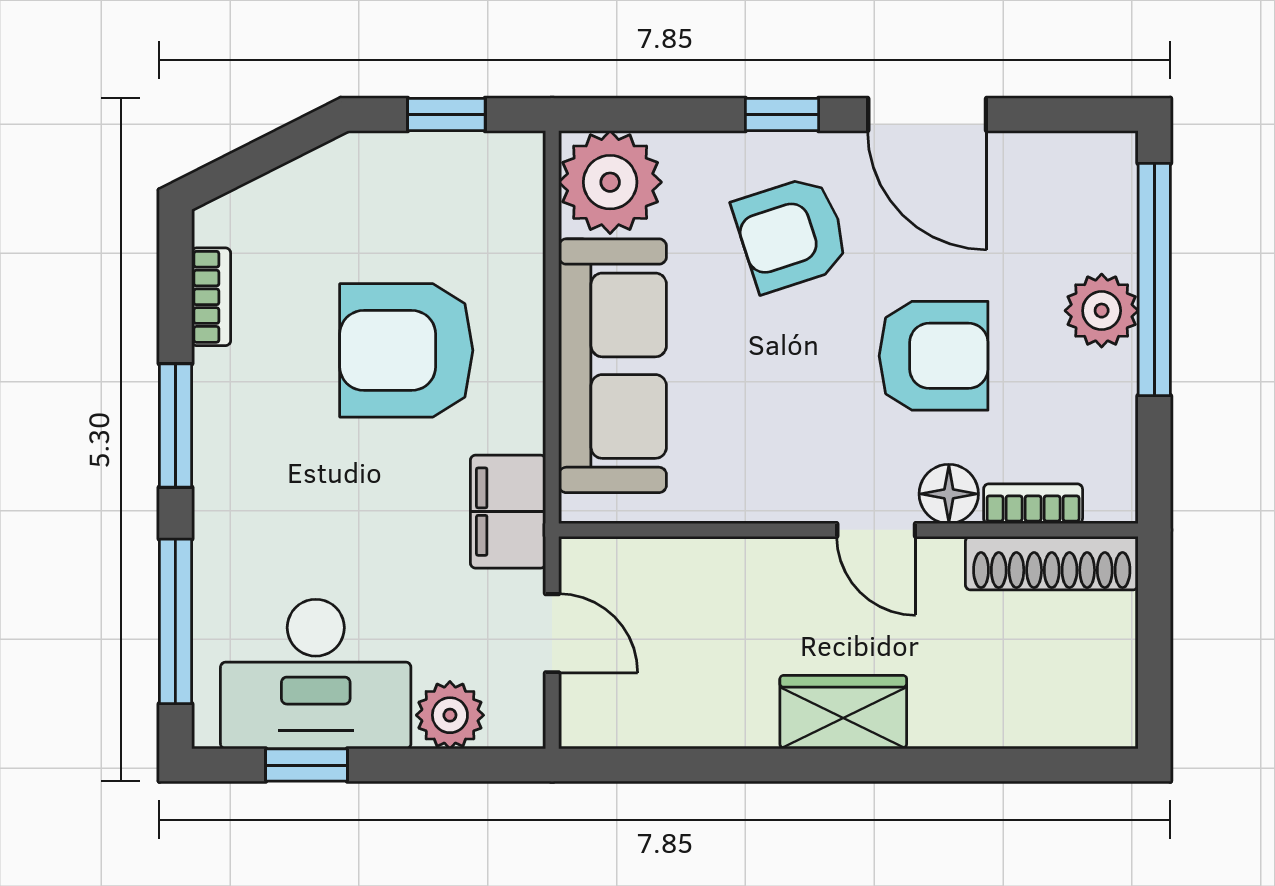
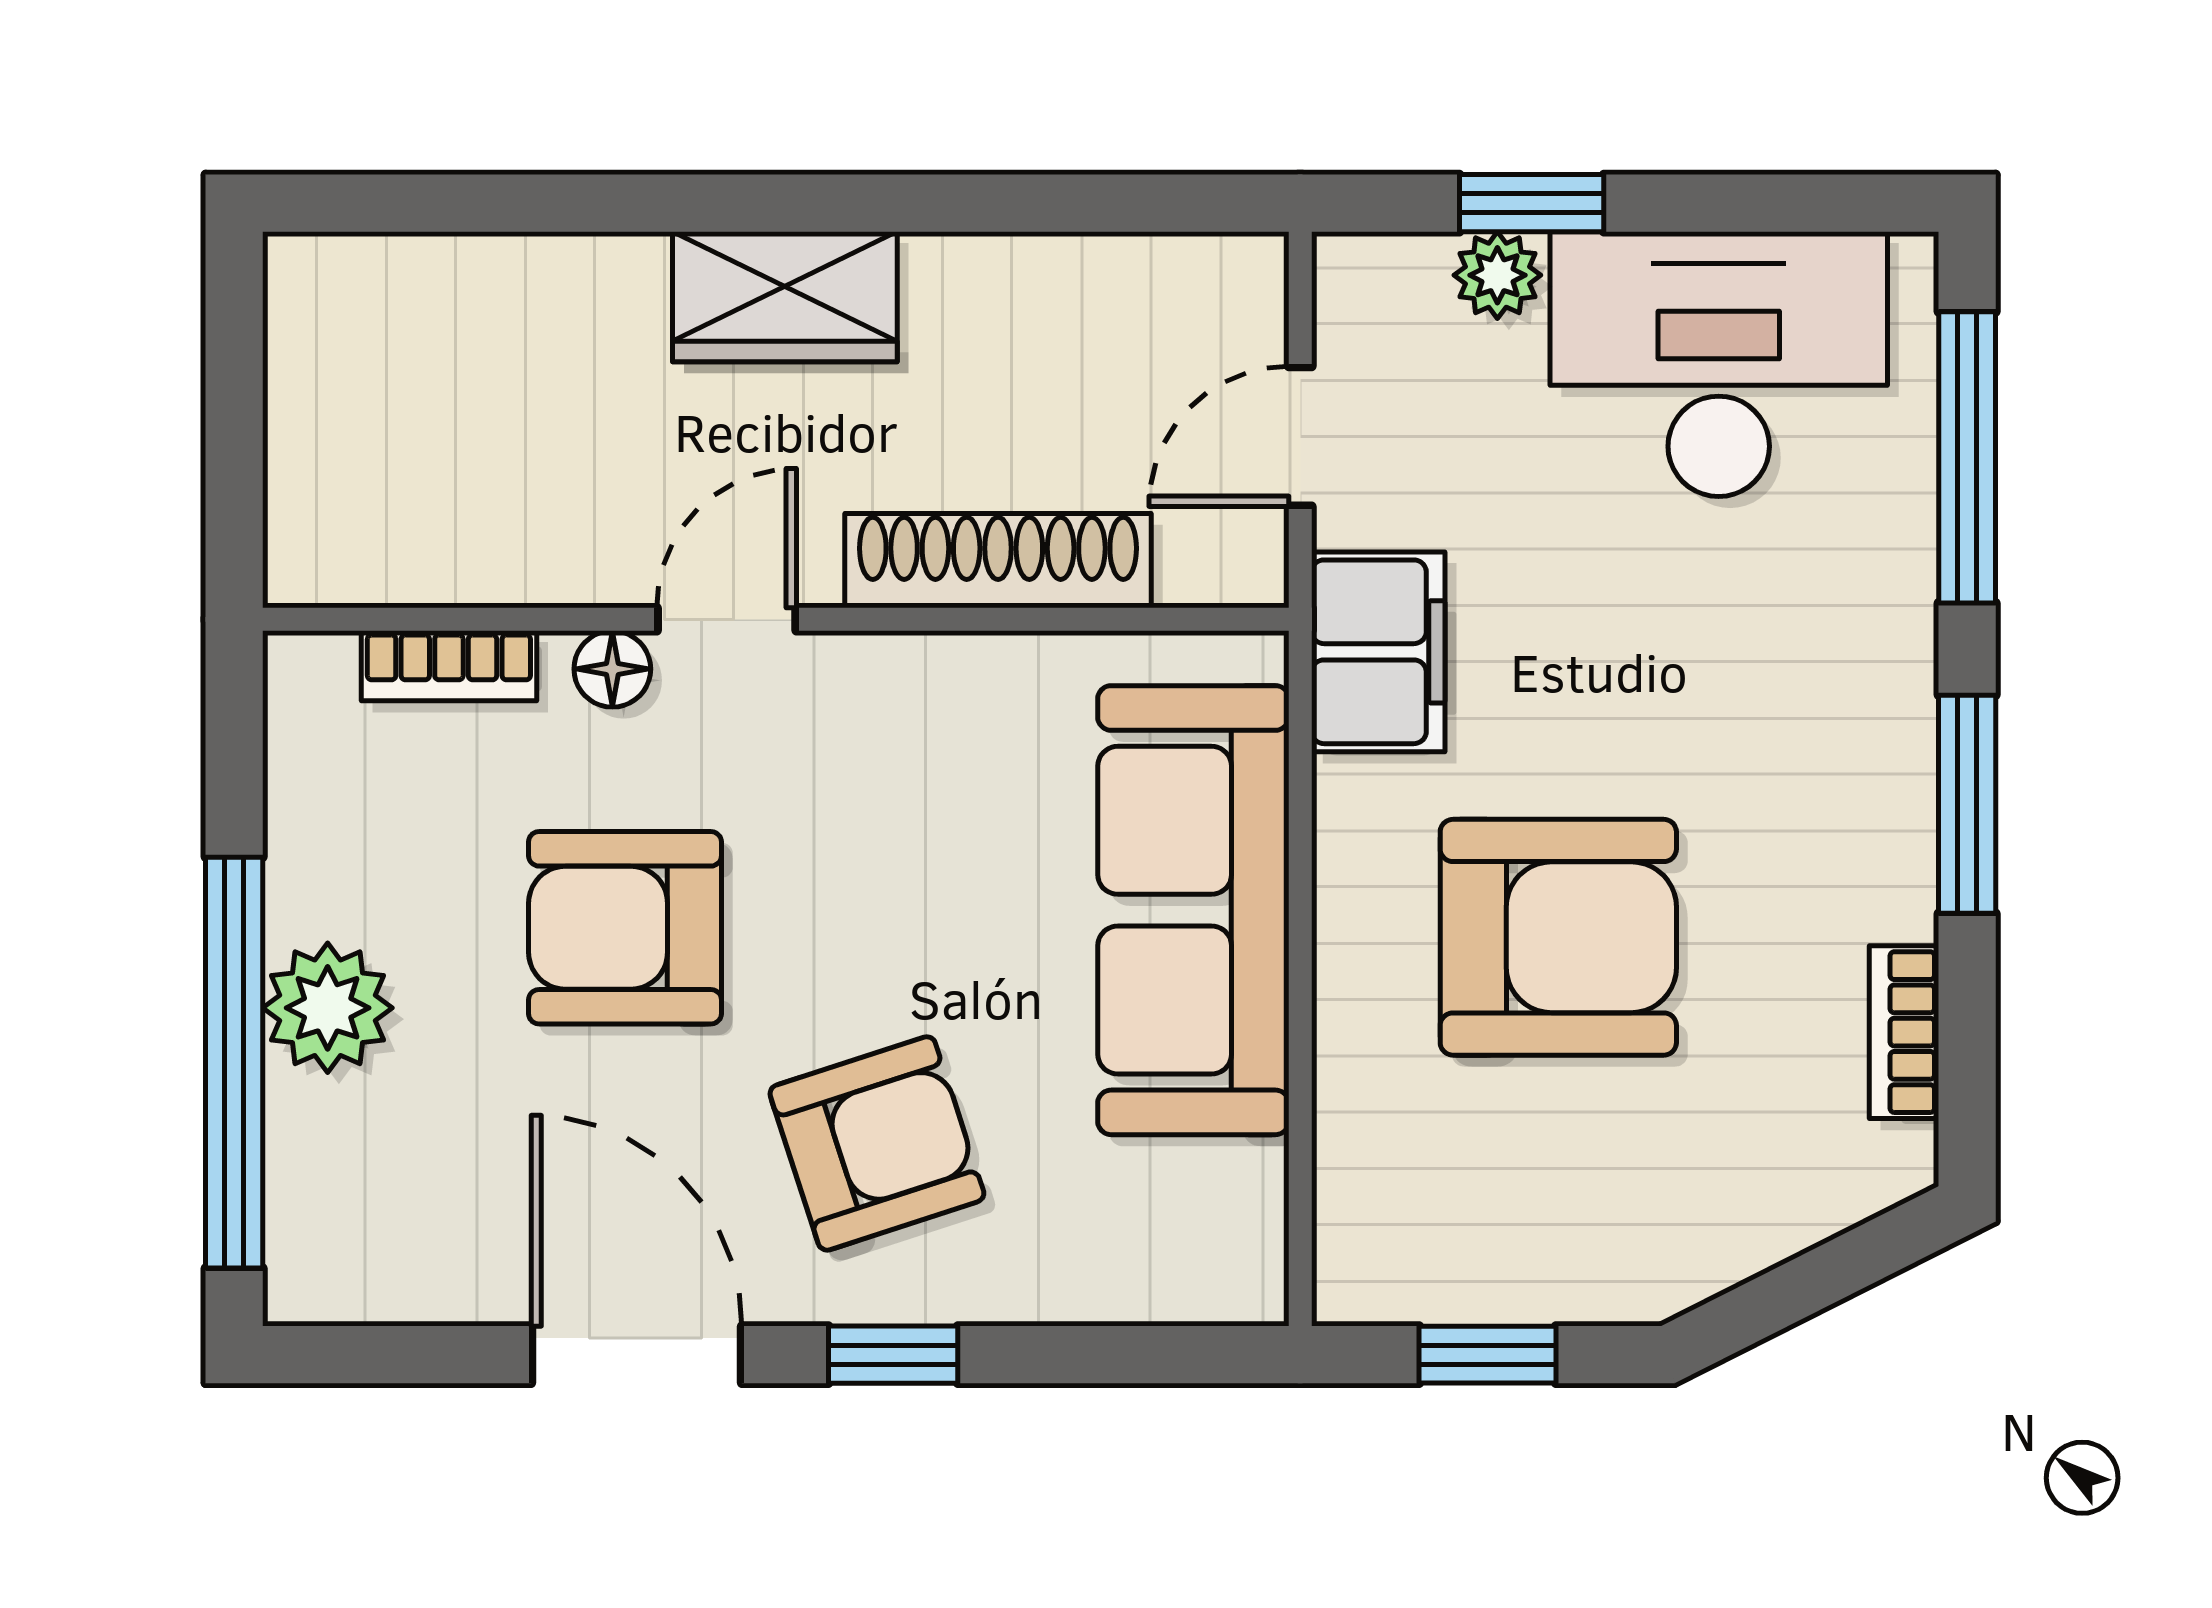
plant: (610, 182) -> (1198, 1235), removed
floor lamp: (949, 494) -> (612, 669), width x0.73, depth x0.73
door: (876, 530) -> (727, 619), hinge flipped
shoe rack: (1052, 563) -> (998, 561), moved
door: (552, 633) -> (1300, 436), hinge flipped
plant: (450, 715) -> (1497, 275), width x0.73, depth x0.73
window: (306, 765) -> (1532, 203), moved

